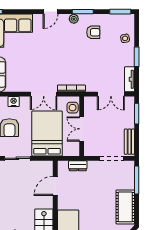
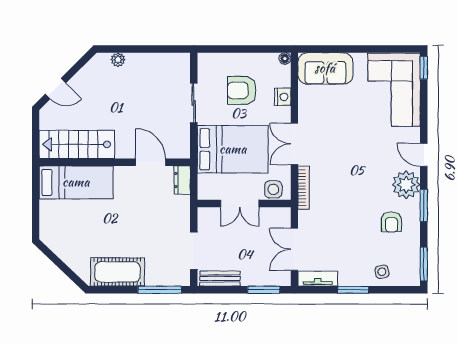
plant: (74, 19) -> (406, 185), width x1.87, depth x1.87
double door: (82, 129) -> (240, 204), swing flipped
dresser: (78, 166) -> (182, 180), moved

